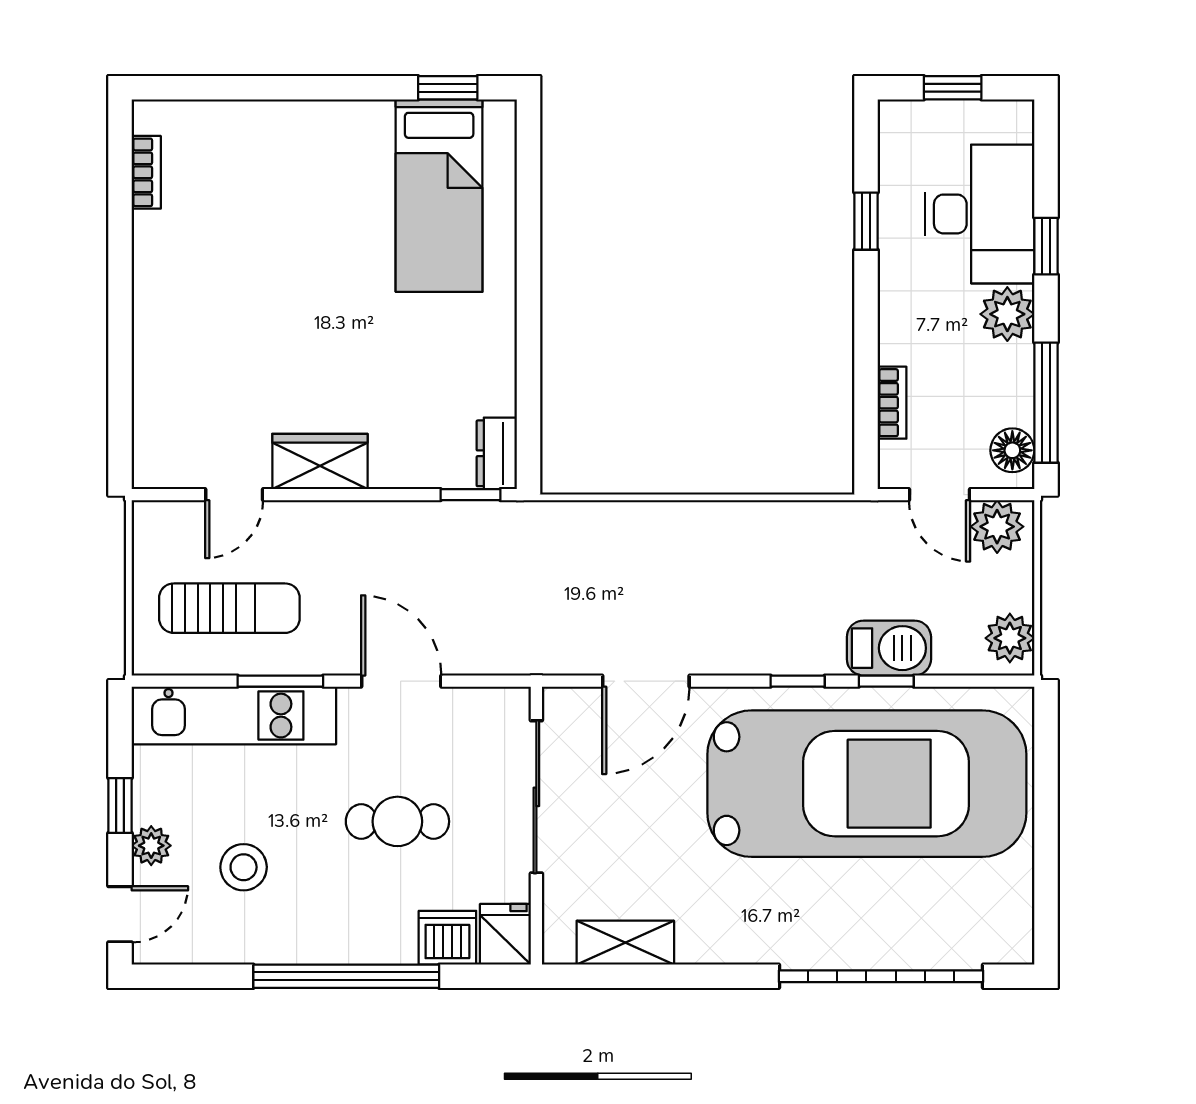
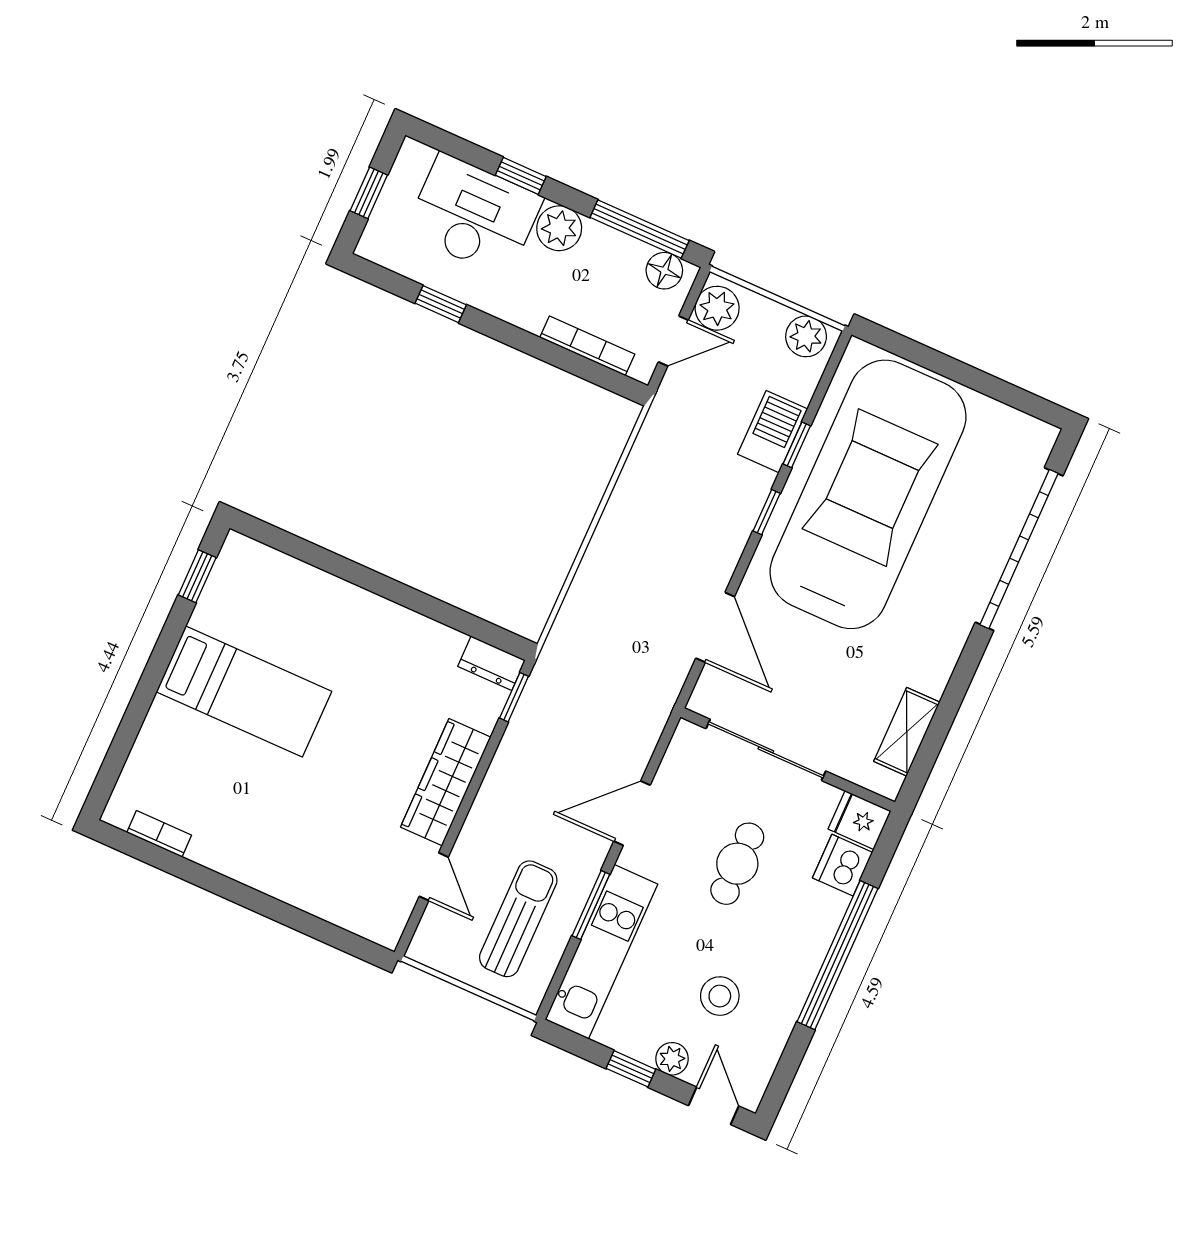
bed: (439, 196) -> (244, 692), moved
bookcase: (892, 403) -> (587, 346), width x1.56
wardrobe: (320, 461) -> (446, 782), width x1.50

